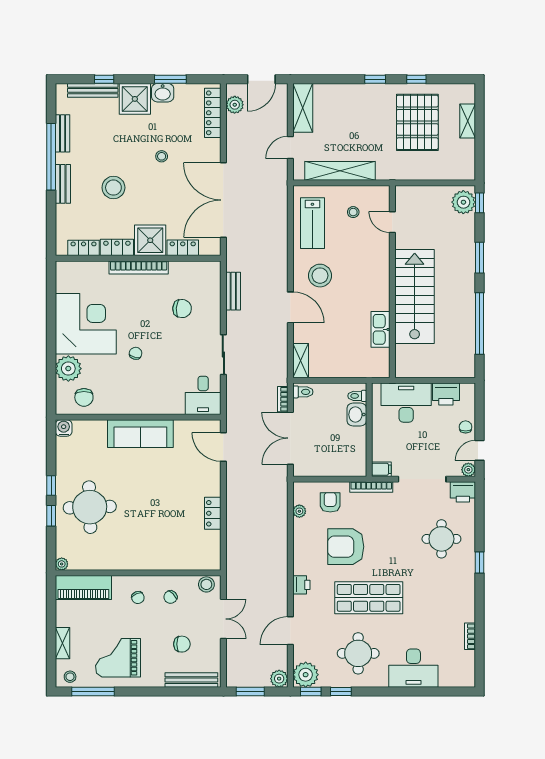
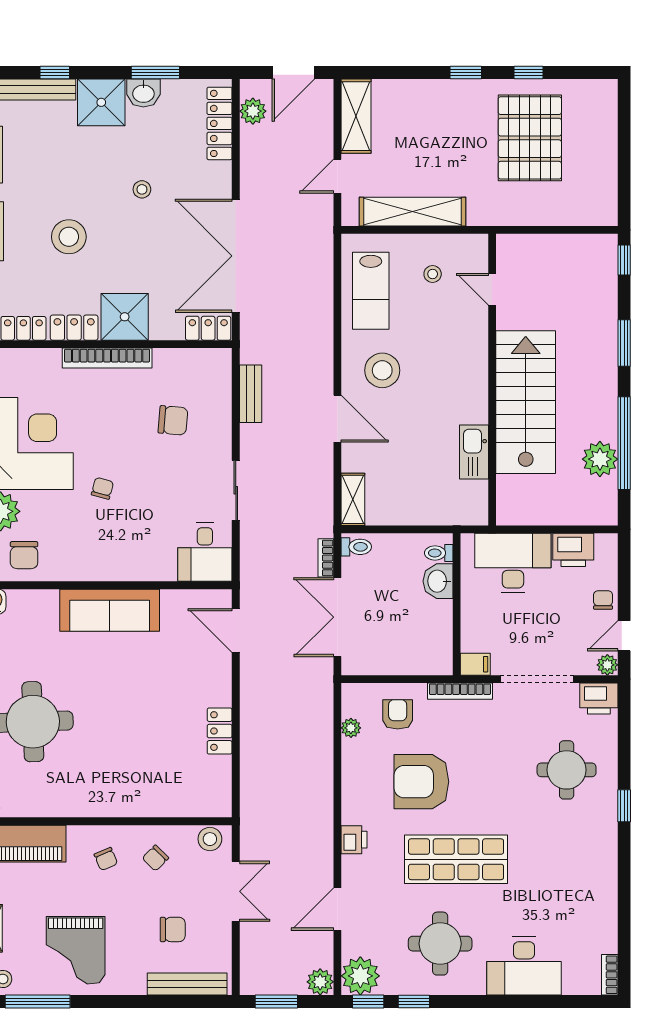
shelving: (468, 121) -> (606, 136), removed
plant: (463, 202) -> (600, 459), moved
locker: (183, 248) -> (208, 328), moved
bookcase: (470, 636) -> (610, 975), moved
grand piano: (118, 658) -> (76, 950), turned -90

